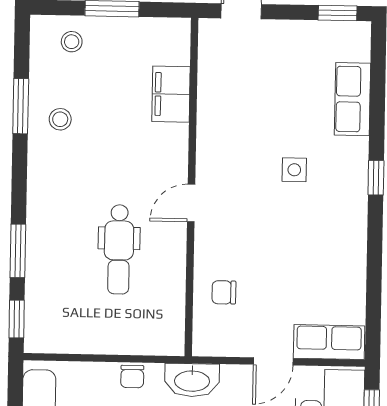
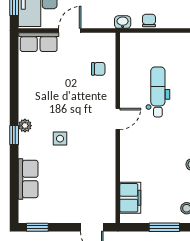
filing cabinet: (171, 94) -> (130, 198), moved
plant: (356, 194) -> (25, 126), added
washbasin: (192, 380) -> (123, 22), width x0.52, depth x0.69

